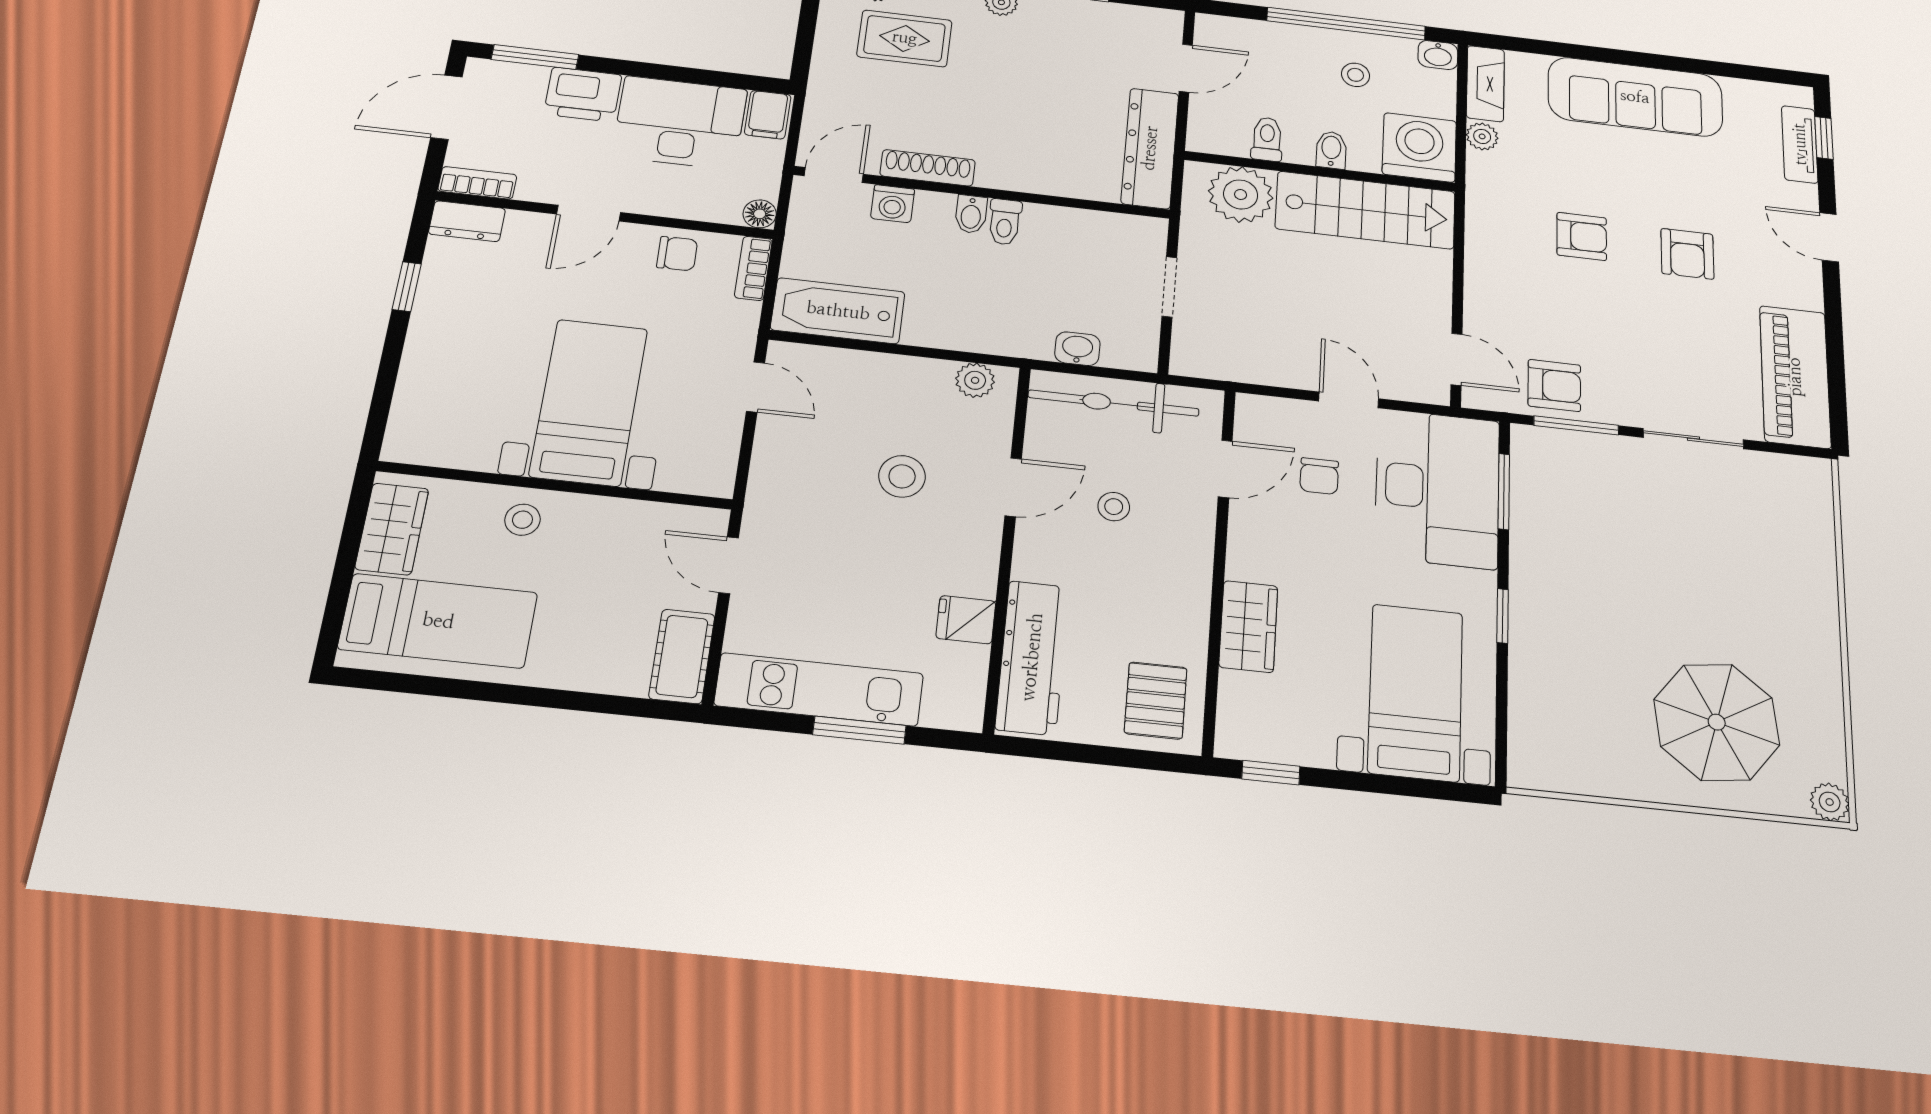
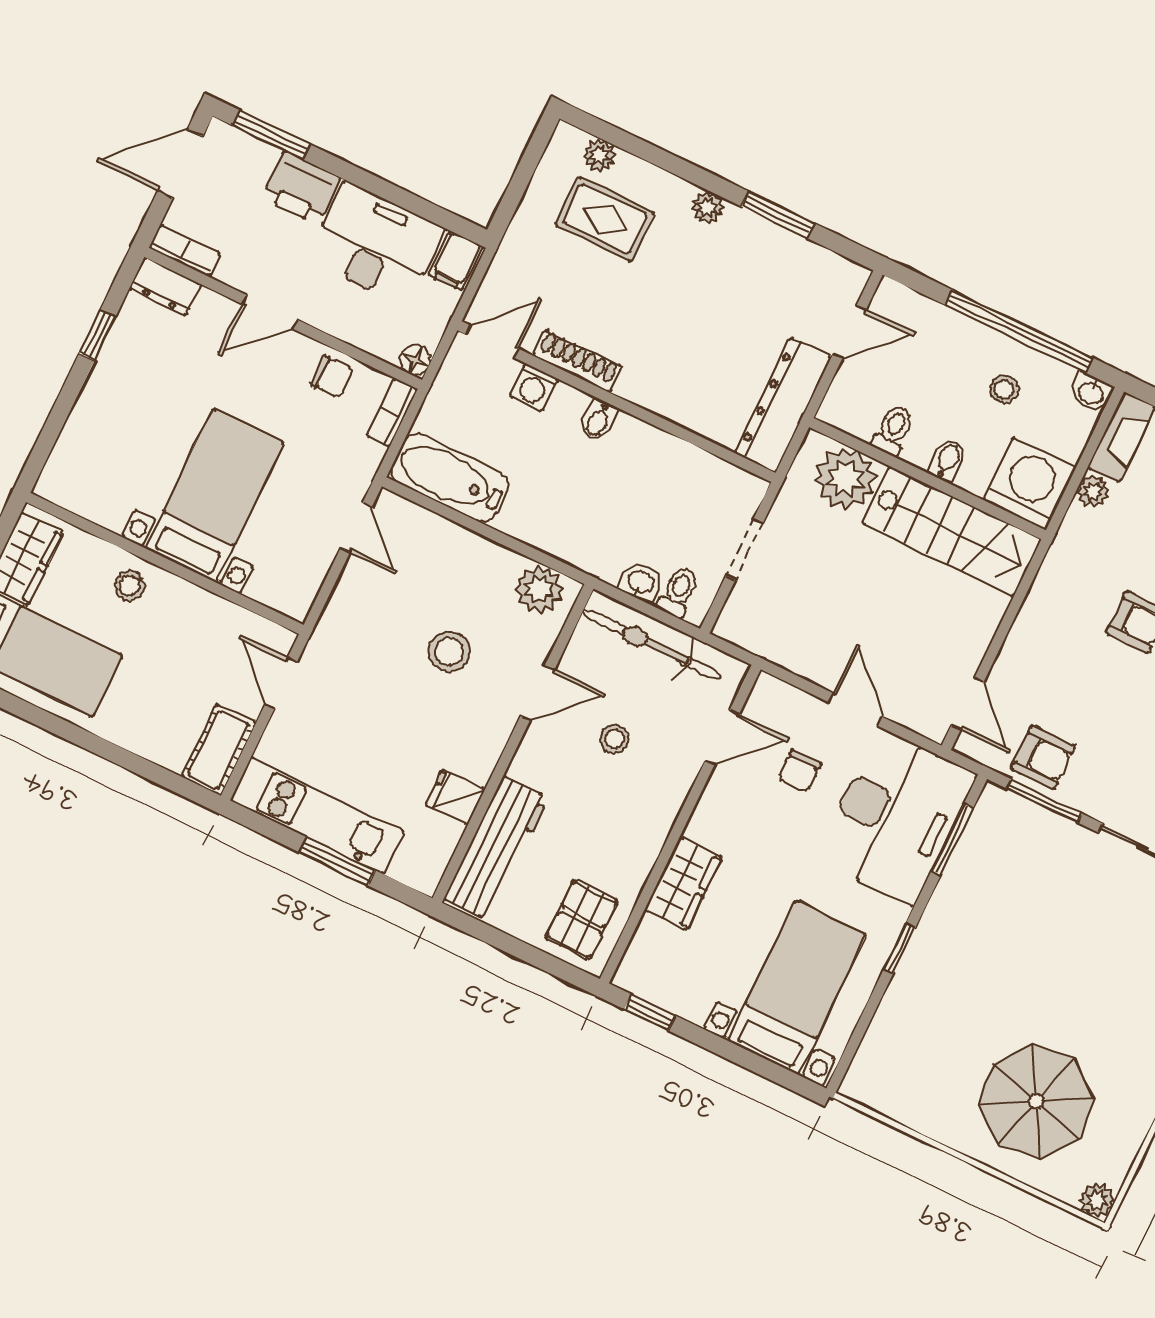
toilet: (1005, 222) -> (678, 592), moved, turned 180
plant: (975, 380) -> (539, 589), width x1.38, depth x1.38

